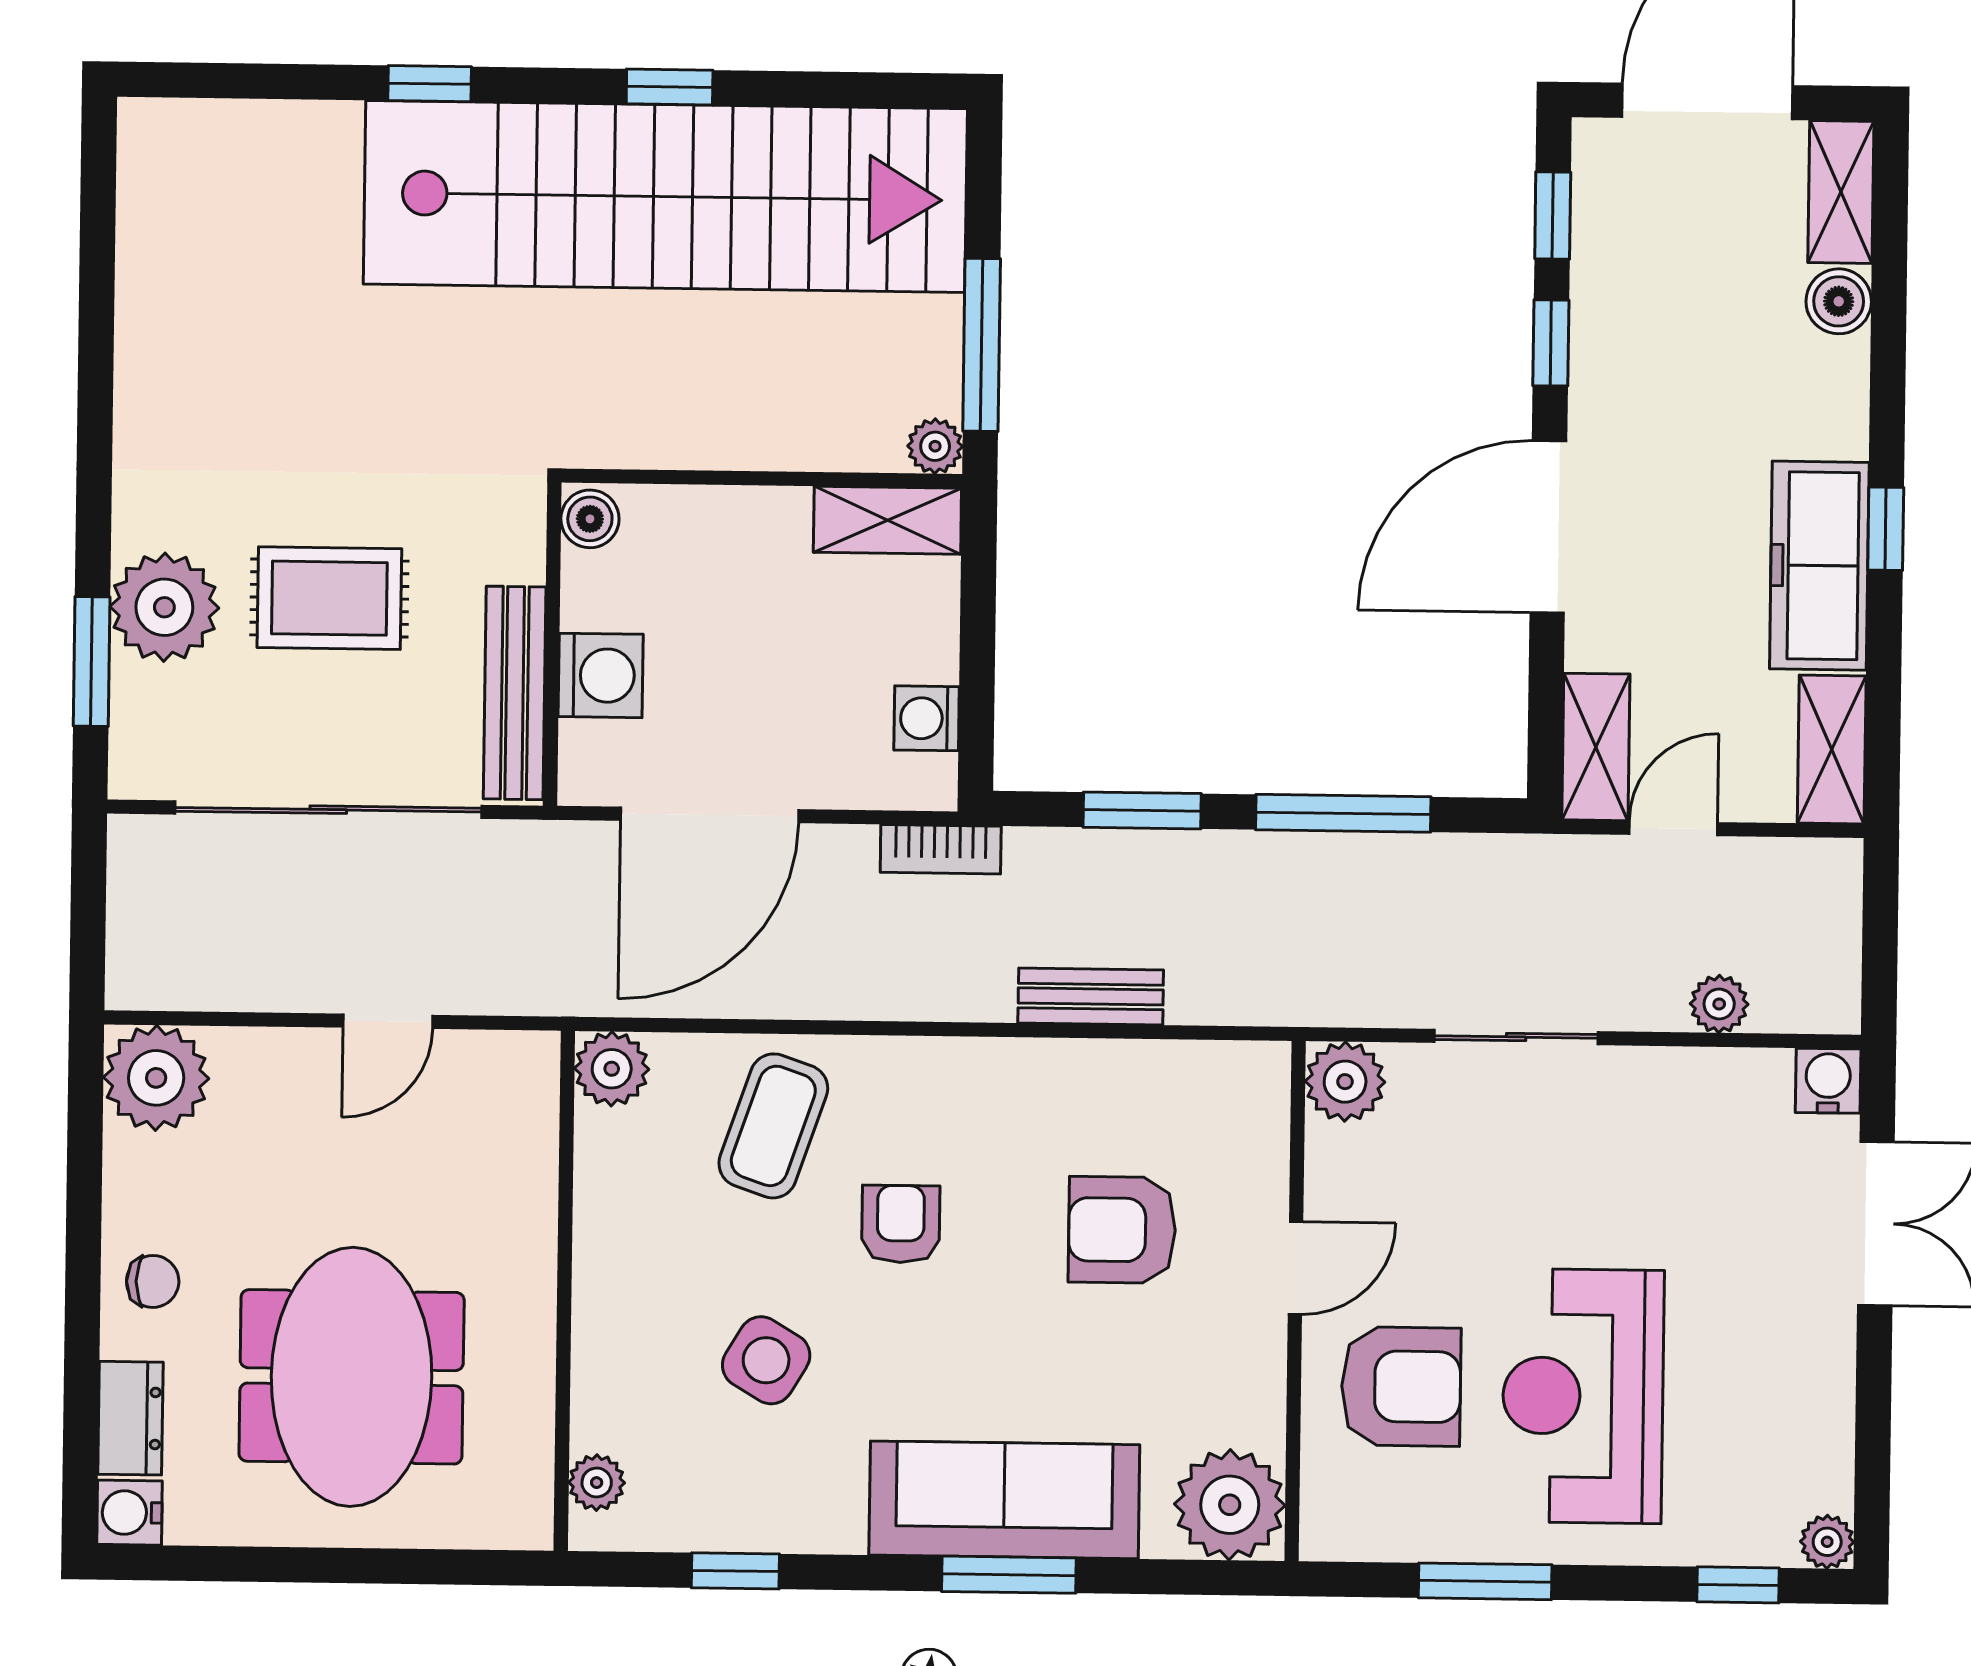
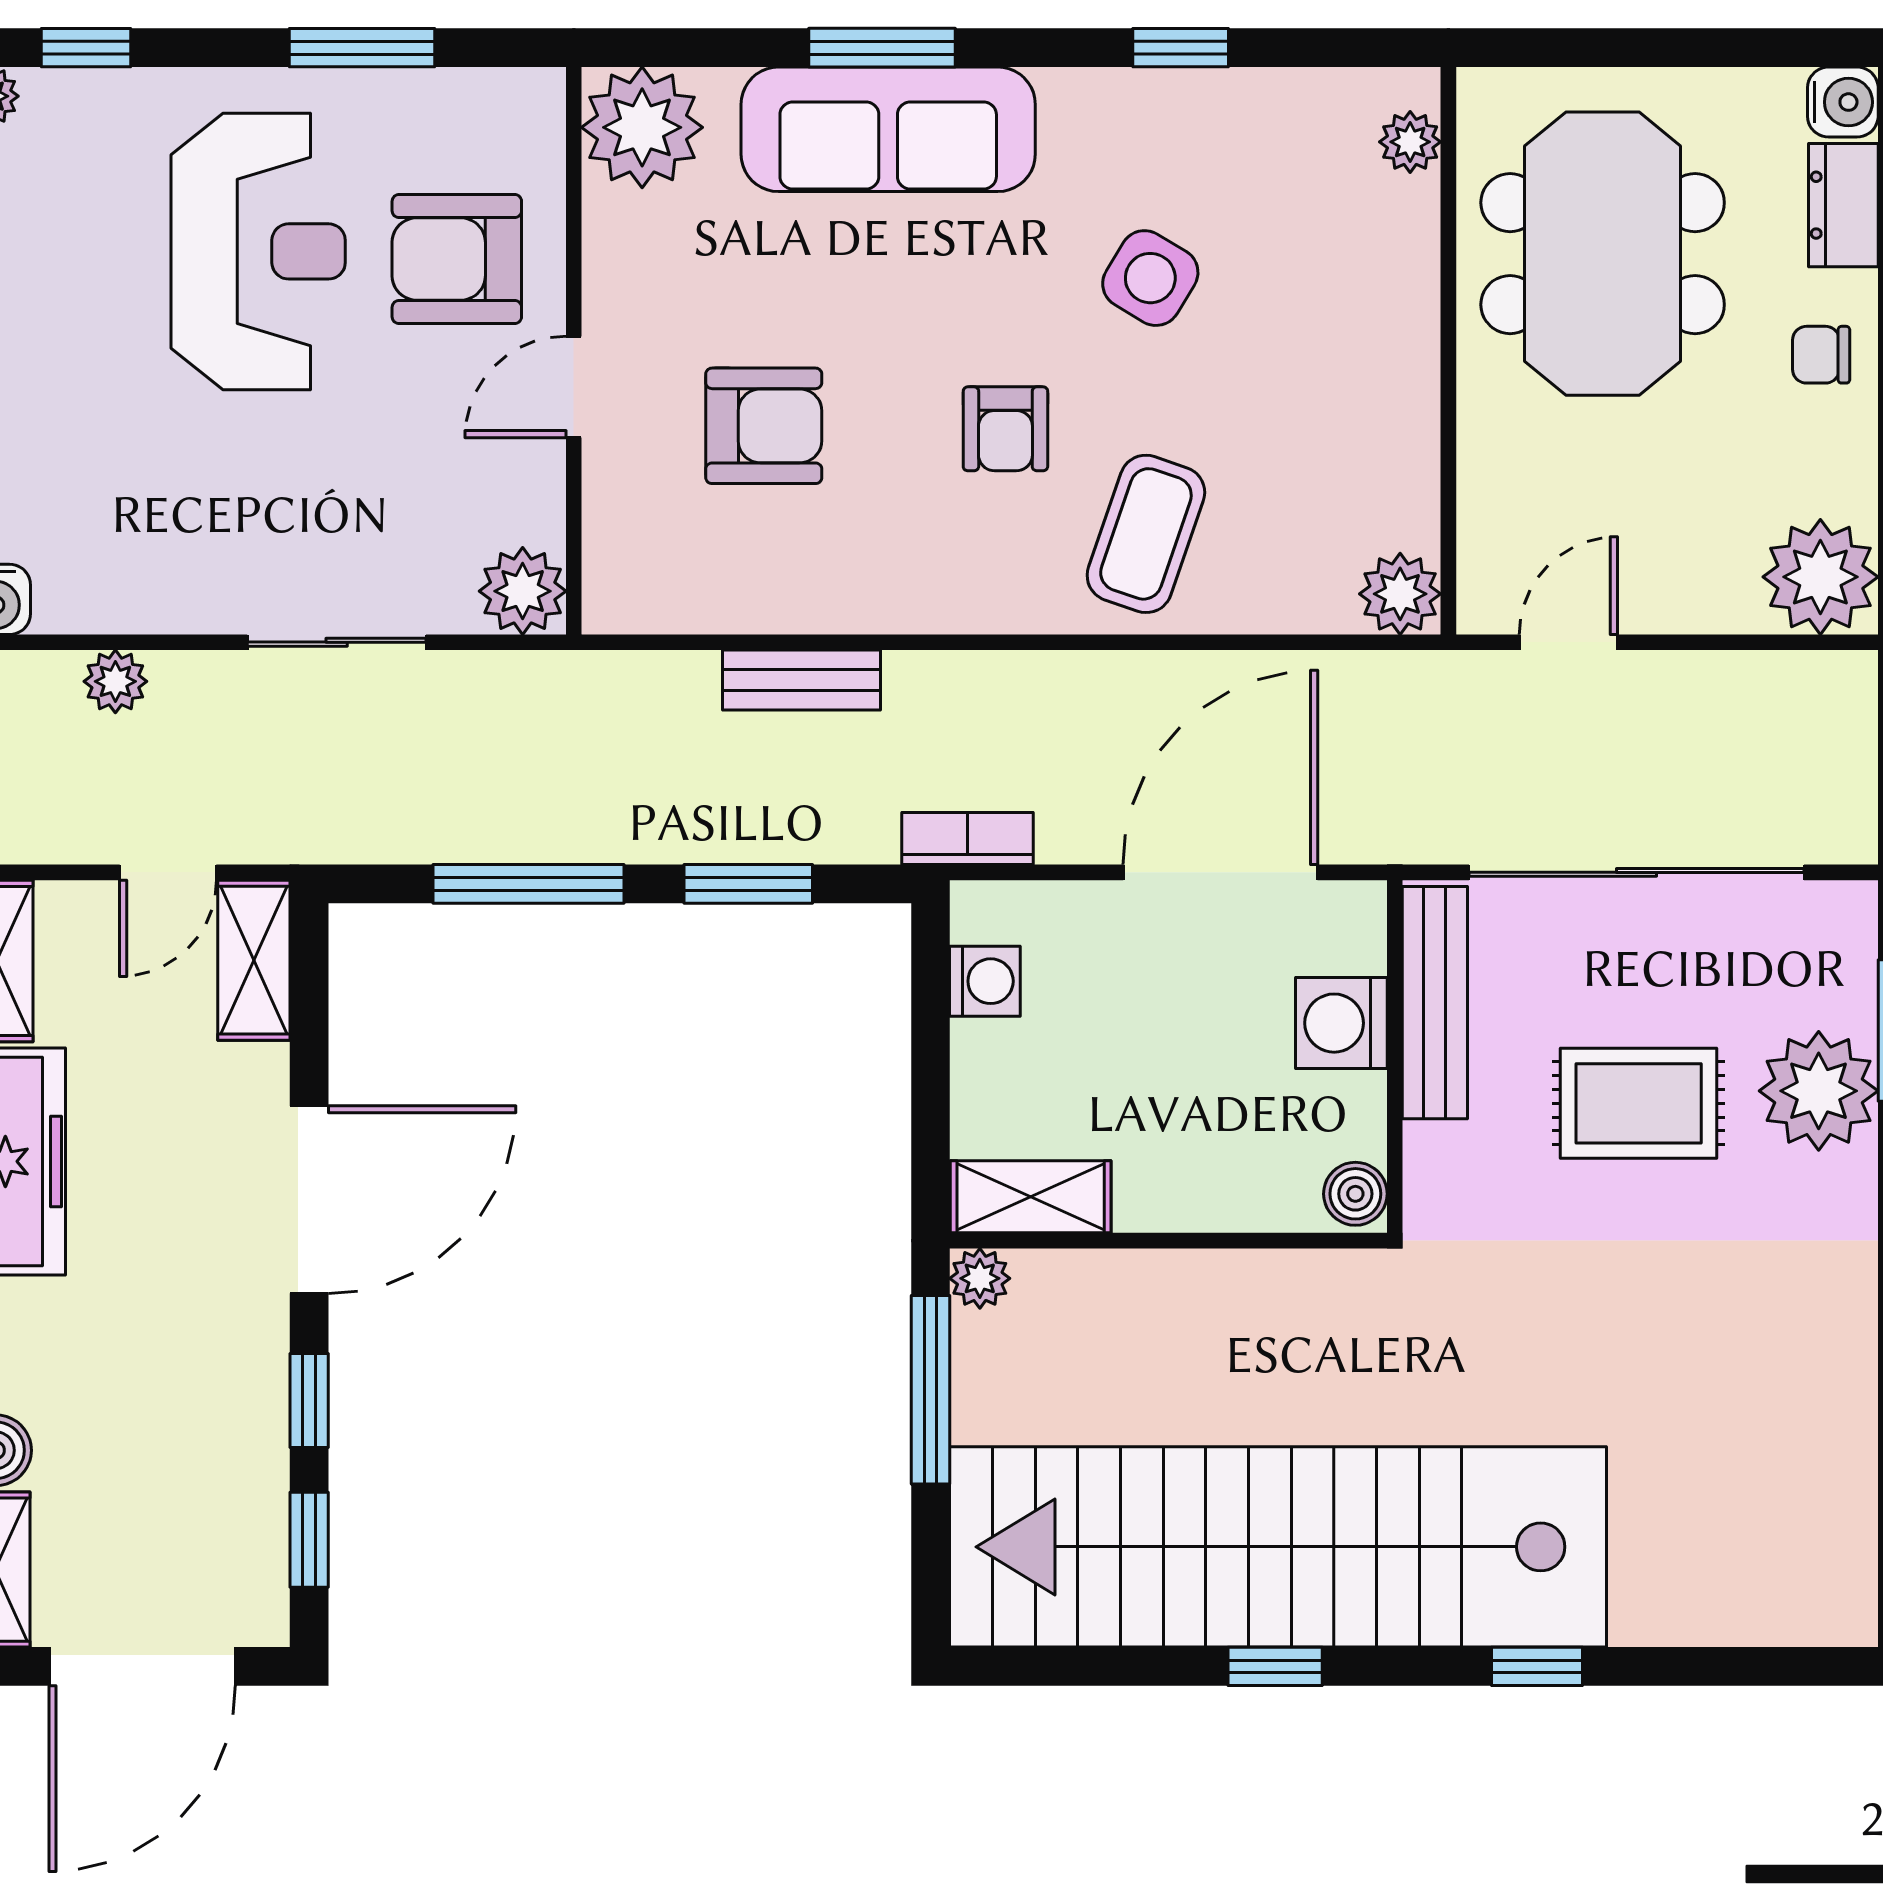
plant: (612, 1069) -> (1400, 594), moved
wall: (564, 1291) -> (1448, 351), moved
plant: (597, 1483) -> (1410, 142), moved

